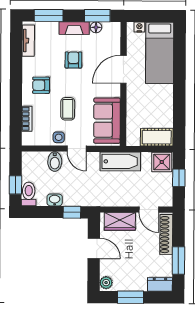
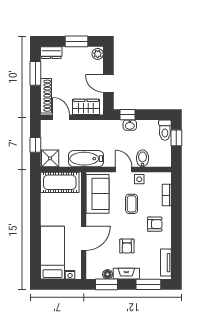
cot: (157, 137) -> (60, 182), width x1.37, depth x1.34
washbasin: (55, 200) -> (130, 125), moved

